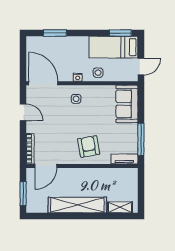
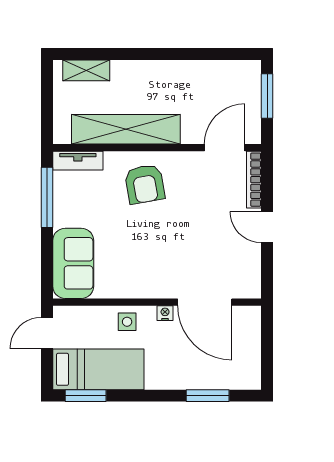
door: (43, 83) -> (205, 302), moved
side table: (76, 99) -> (168, 273), removed
door: (23, 112) -> (267, 227), moved
shelving: (77, 205) -> (126, 129), moved

